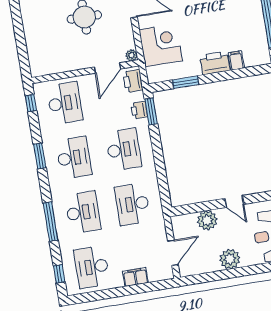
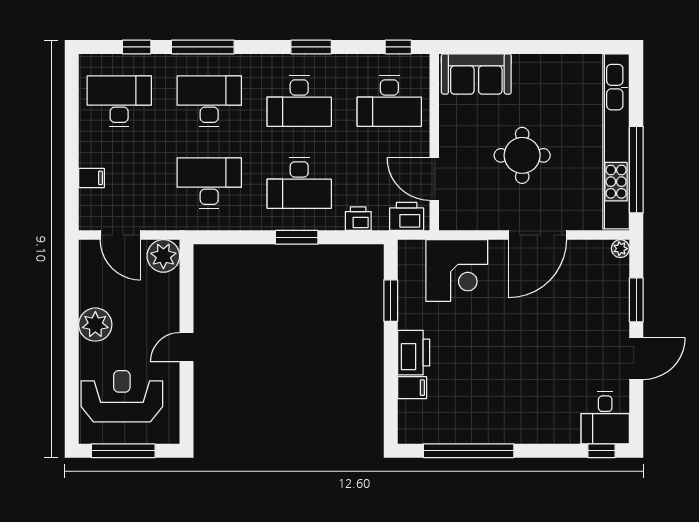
sofa: (40, 53) -> (476, 74), added
plant: (132, 55) -> (448, 221), removed
window: (151, 111) -> (297, 237), moved
desk: (83, 212) -> (209, 101), turned 180
plant: (207, 220) -> (163, 256), moved
window: (59, 274) -> (137, 47), moved
filing cabinet: (135, 277) -> (92, 178), width x0.50

